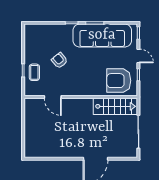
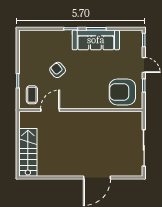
sofa: (102, 35) -> (96, 40), width x0.74, depth x0.79
coffee table: (34, 72) -> (32, 95), moved
door: (53, 97) -> (50, 110), swing flipped
stairs: (115, 106) -> (28, 152), moved, turned -90

